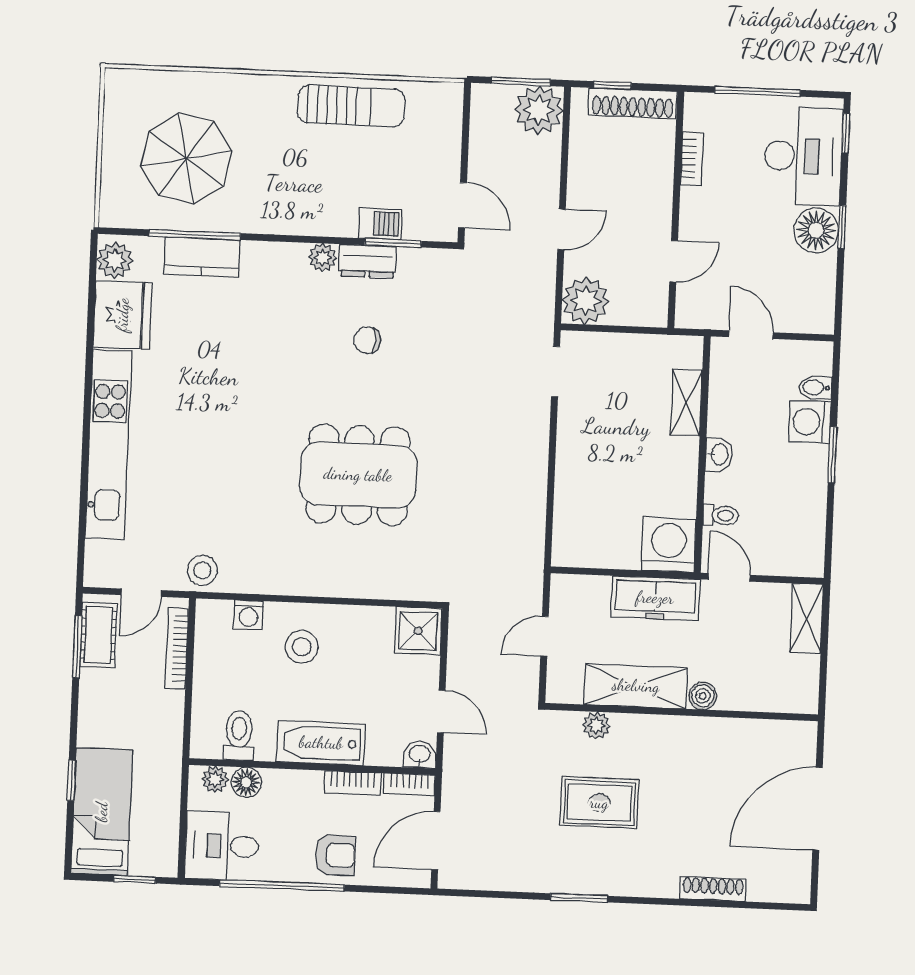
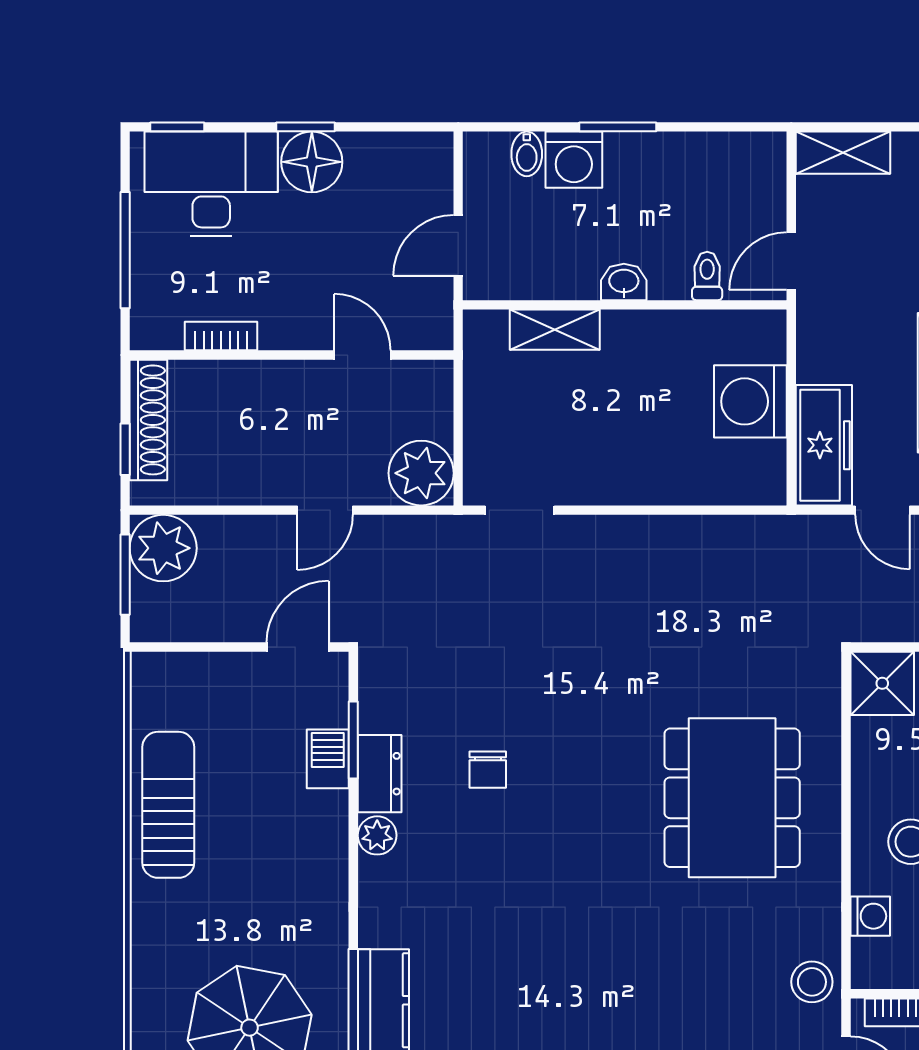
door: (562, 229) -> (325, 510), swing flipped
dining table: (358, 475) -> (732, 798), moved
washing machine: (669, 545) -> (750, 401), moved
freezer: (655, 598) -> (824, 445), moved

